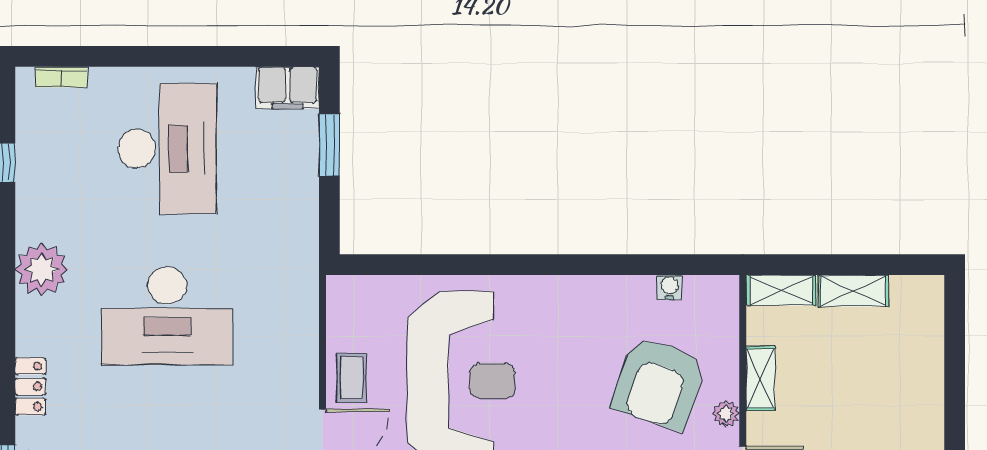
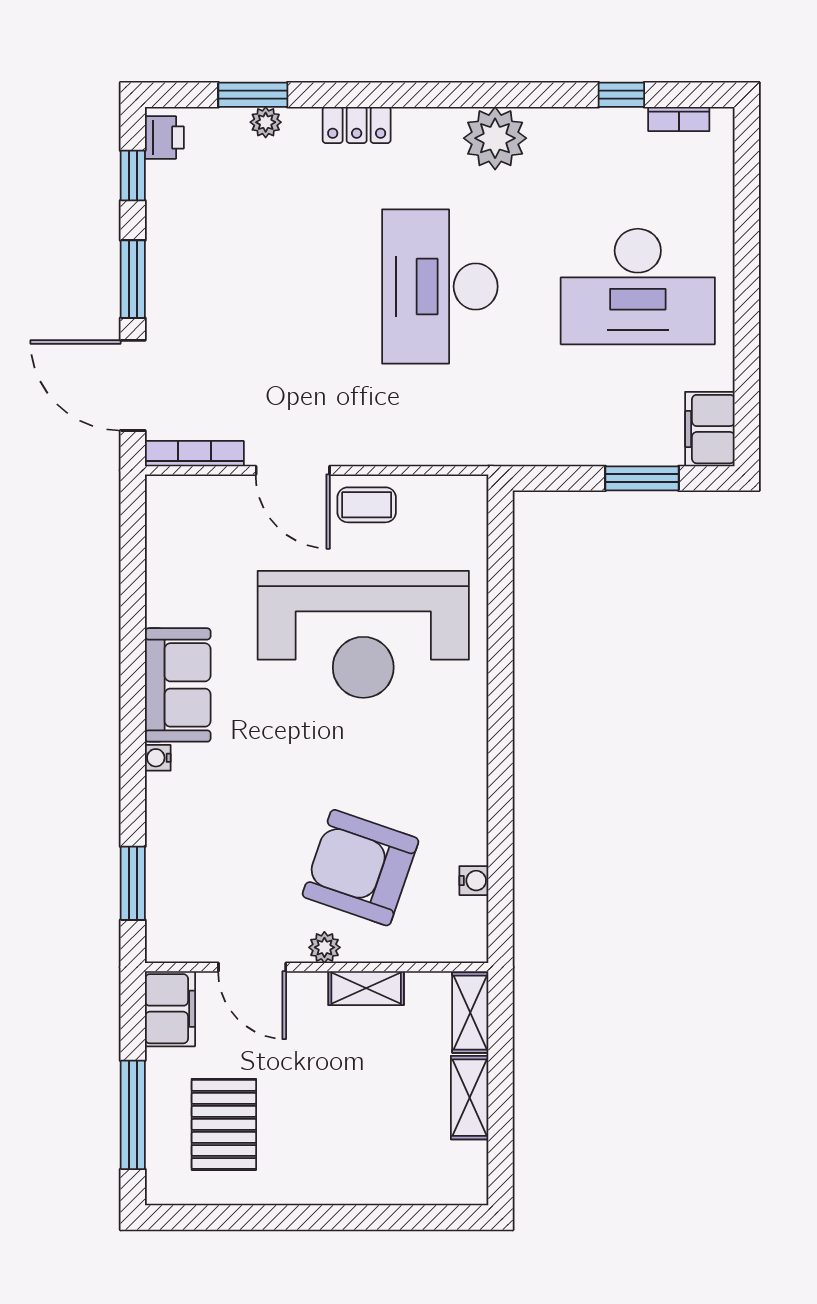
bookcase: (61, 77) -> (679, 119), moved, turned -90

